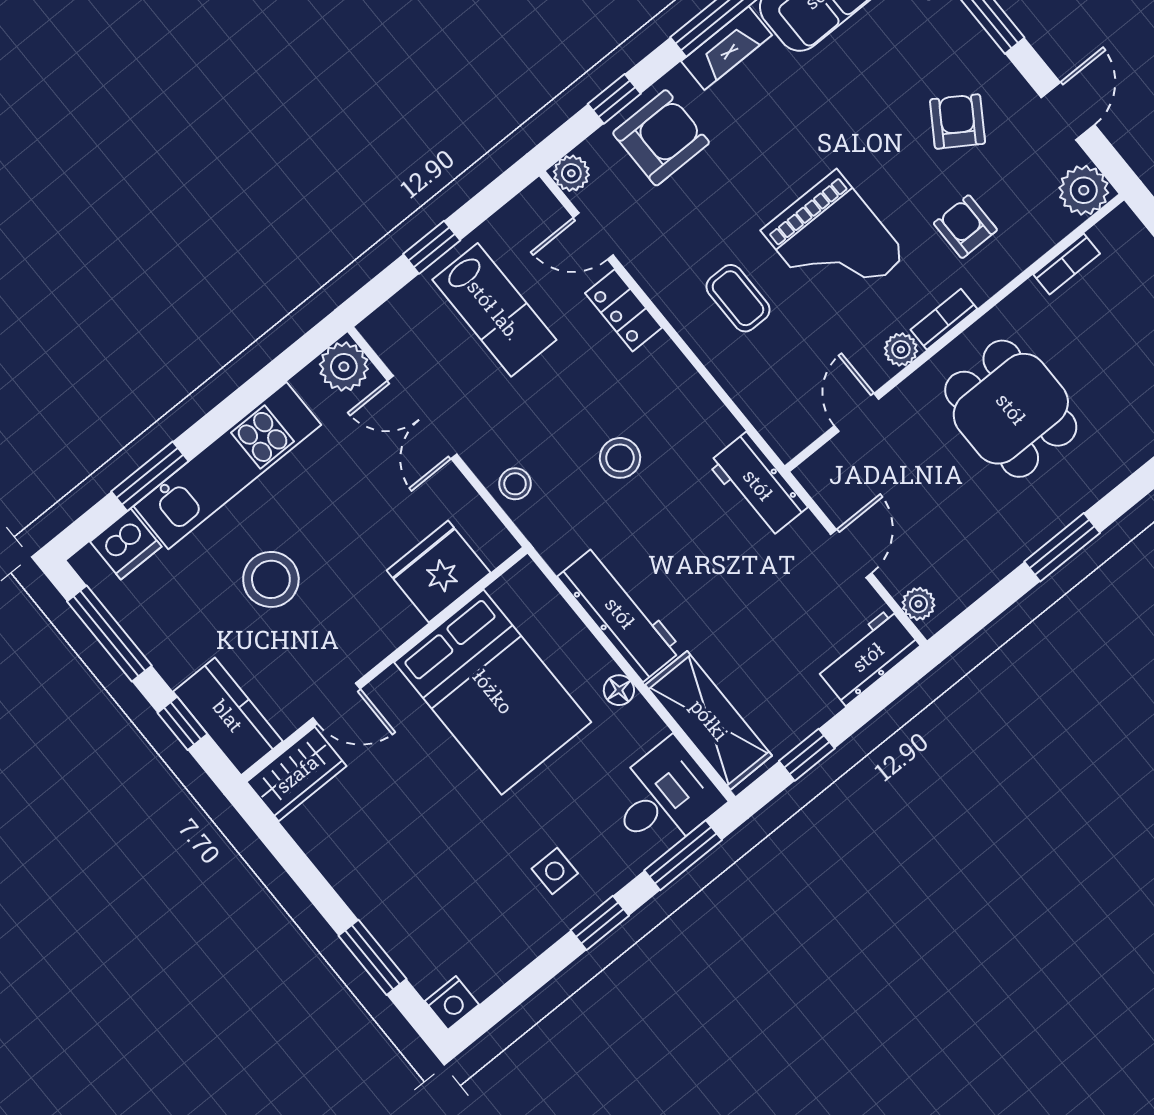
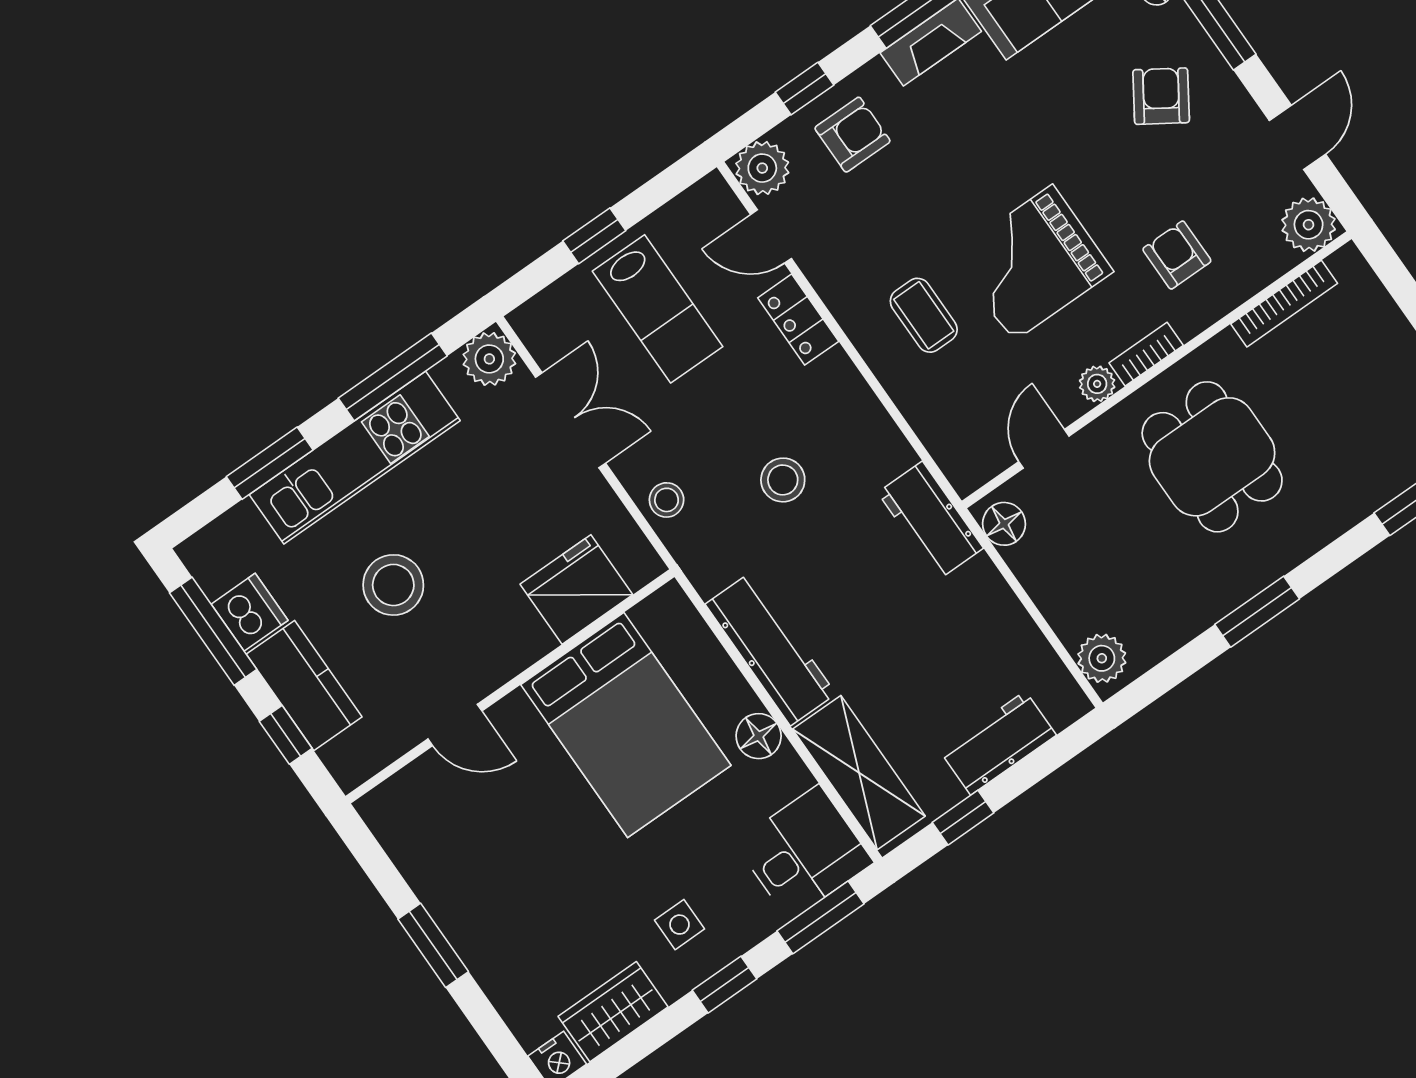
armchair: (958, 121) -> (1161, 96), moved
armchair: (661, 138) -> (852, 135), width x0.72, depth x0.72
plant: (571, 173) -> (762, 168), width x1.38, depth x1.38
grand piano: (834, 243) -> (1033, 263), turned 90
bookcase: (1067, 264) -> (1284, 304), width x1.56
window: (257, 389) -> (393, 377), added
double door: (422, 417) -> (571, 420), swing flipped
floor lamp: (825, 484) -> (1004, 524), added
dishwasher: (126, 544) -> (250, 612), moved, turned -90
door: (851, 554) -> (1027, 602), removed
plant: (918, 604) -> (1102, 658), width x1.38, depth x1.38
workbench: (868, 657) -> (998, 743), moved
floor lamp: (619, 690) -> (759, 736), width x1.37, depth x1.37
kitchen counter: (228, 716) -> (304, 686), moved
wardrobe: (297, 774) -> (613, 1012), moved, turned 180
window: (372, 957) -> (433, 945), moved

